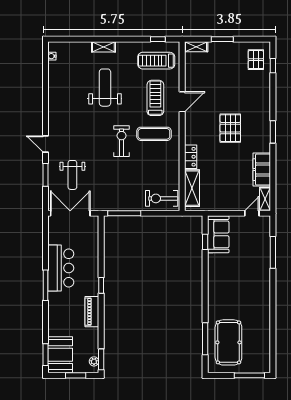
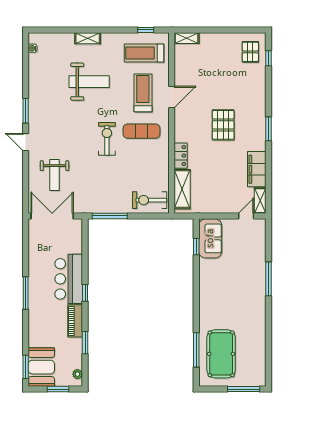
window: (222, 39) -> (214, 30), removed
weight bench: (105, 88) -> (89, 82), turned 90
window: (45, 175) -> (26, 111), moved
window: (273, 252) -> (269, 279), moved
bar counter: (61, 268) -> (69, 279), moved, turned 180
window: (101, 359) -> (85, 343), moved

